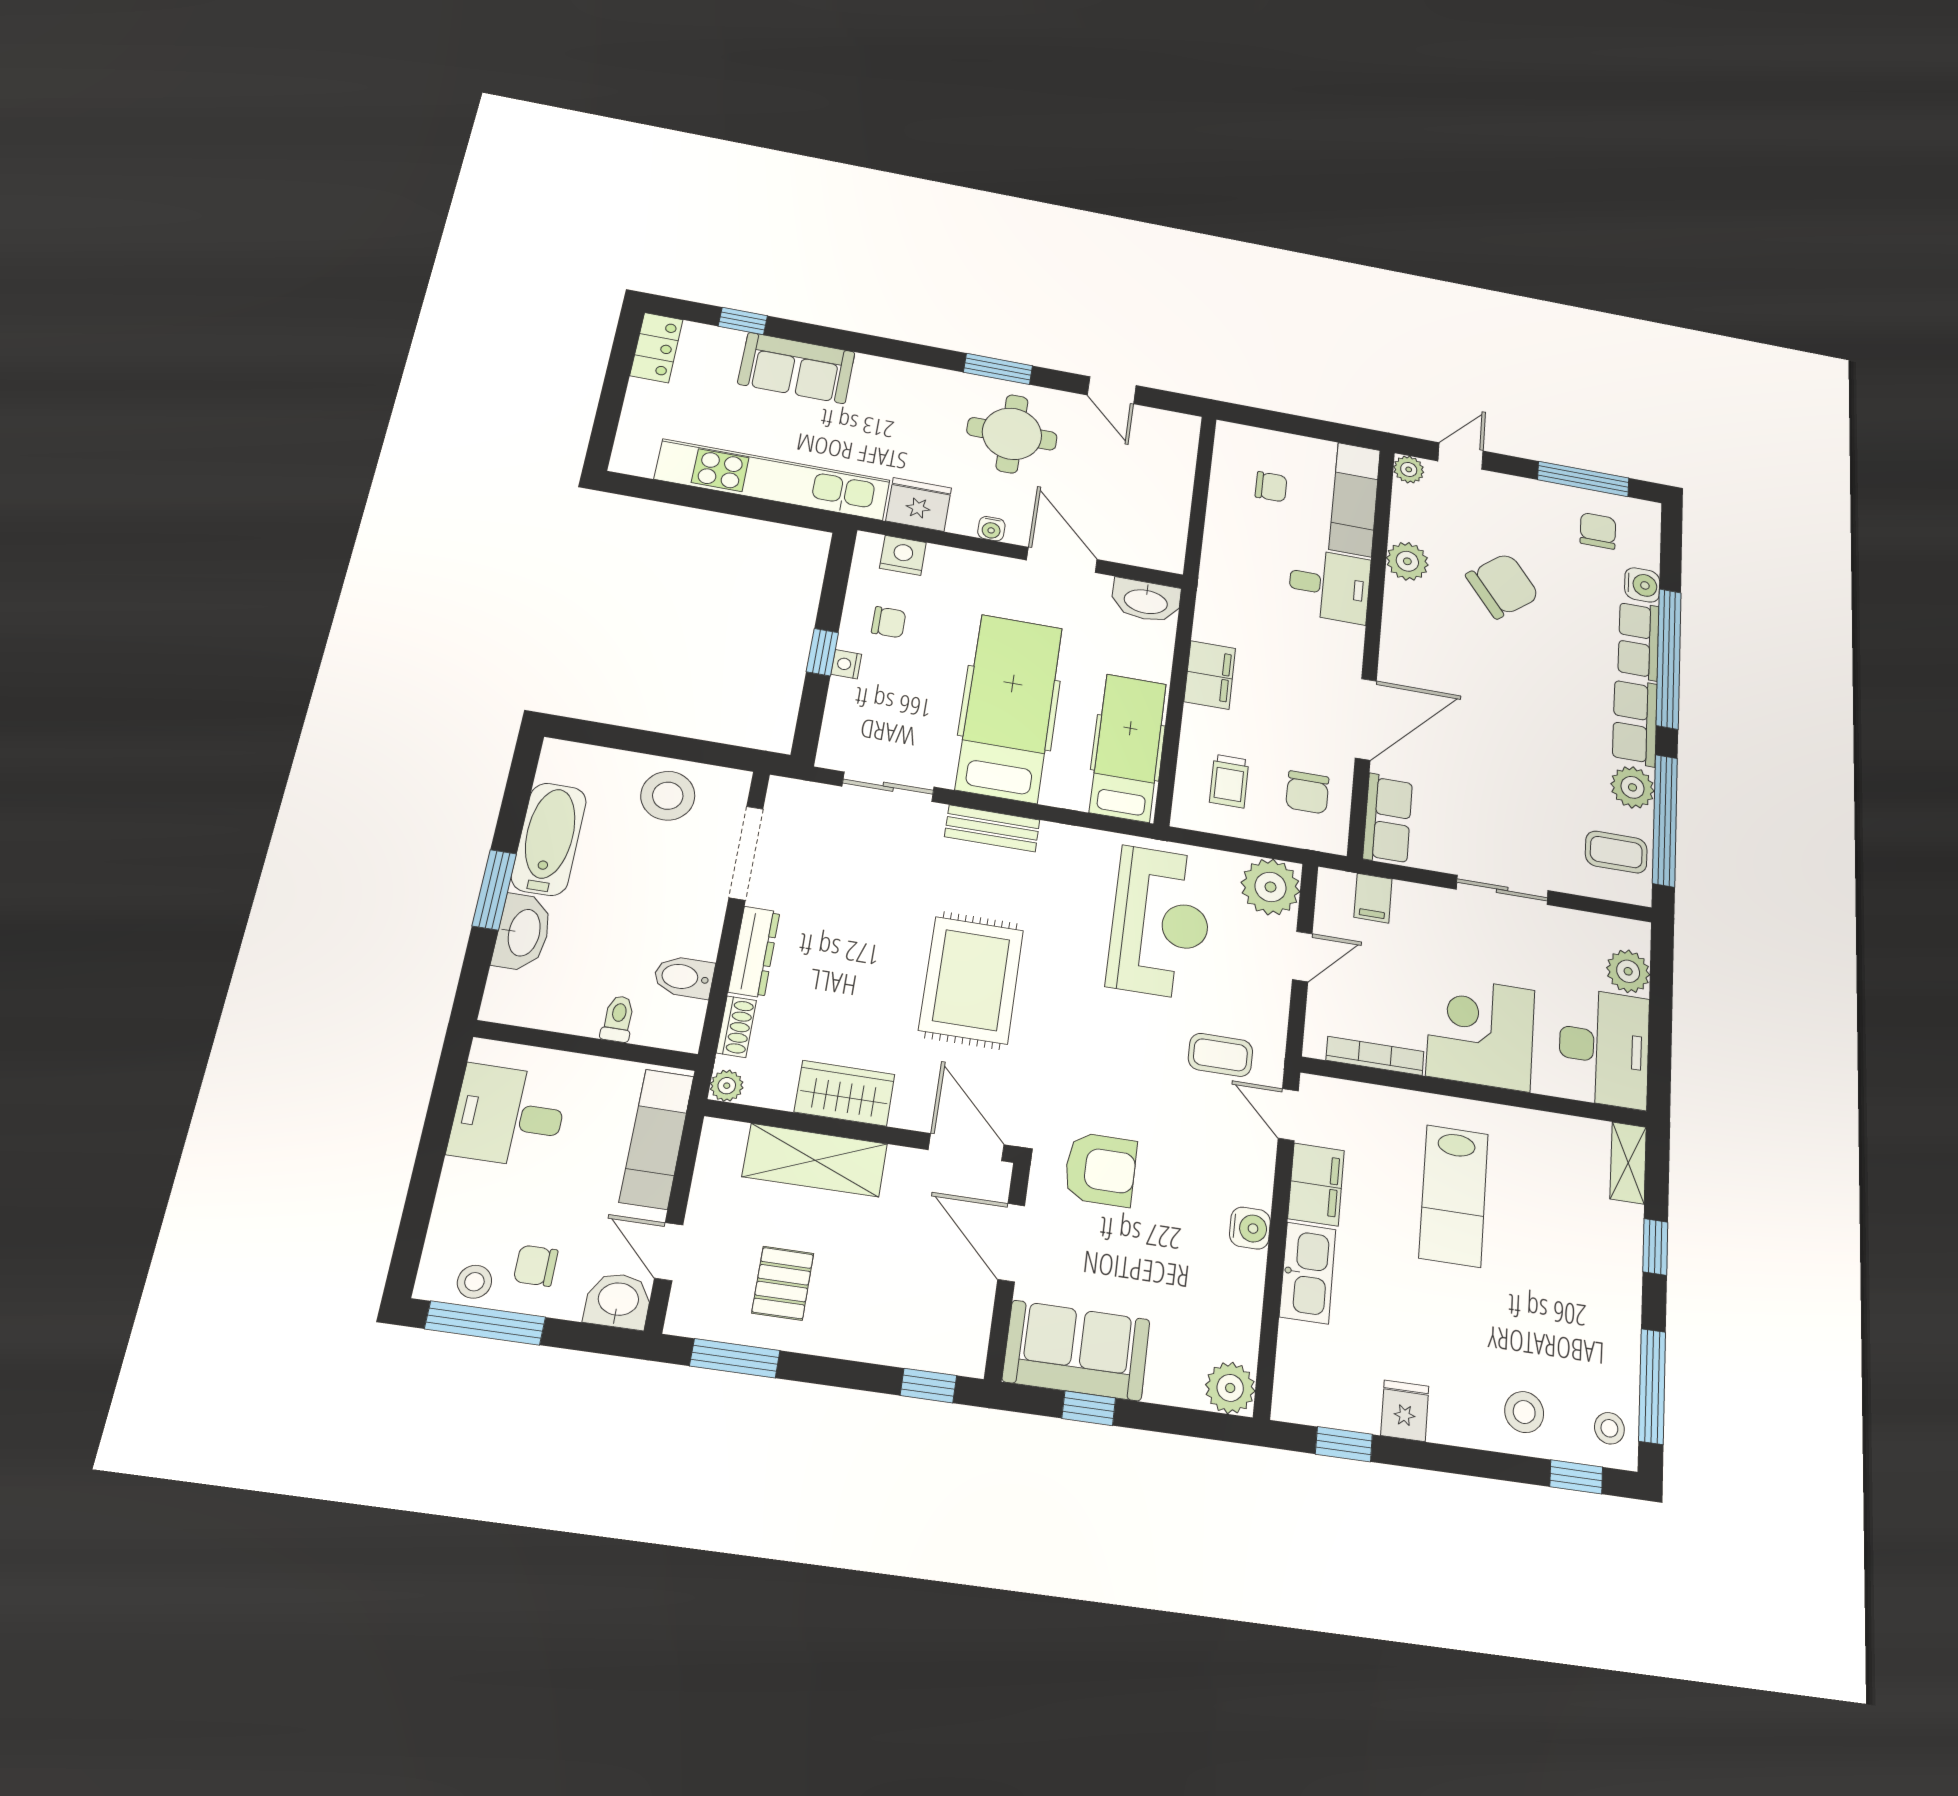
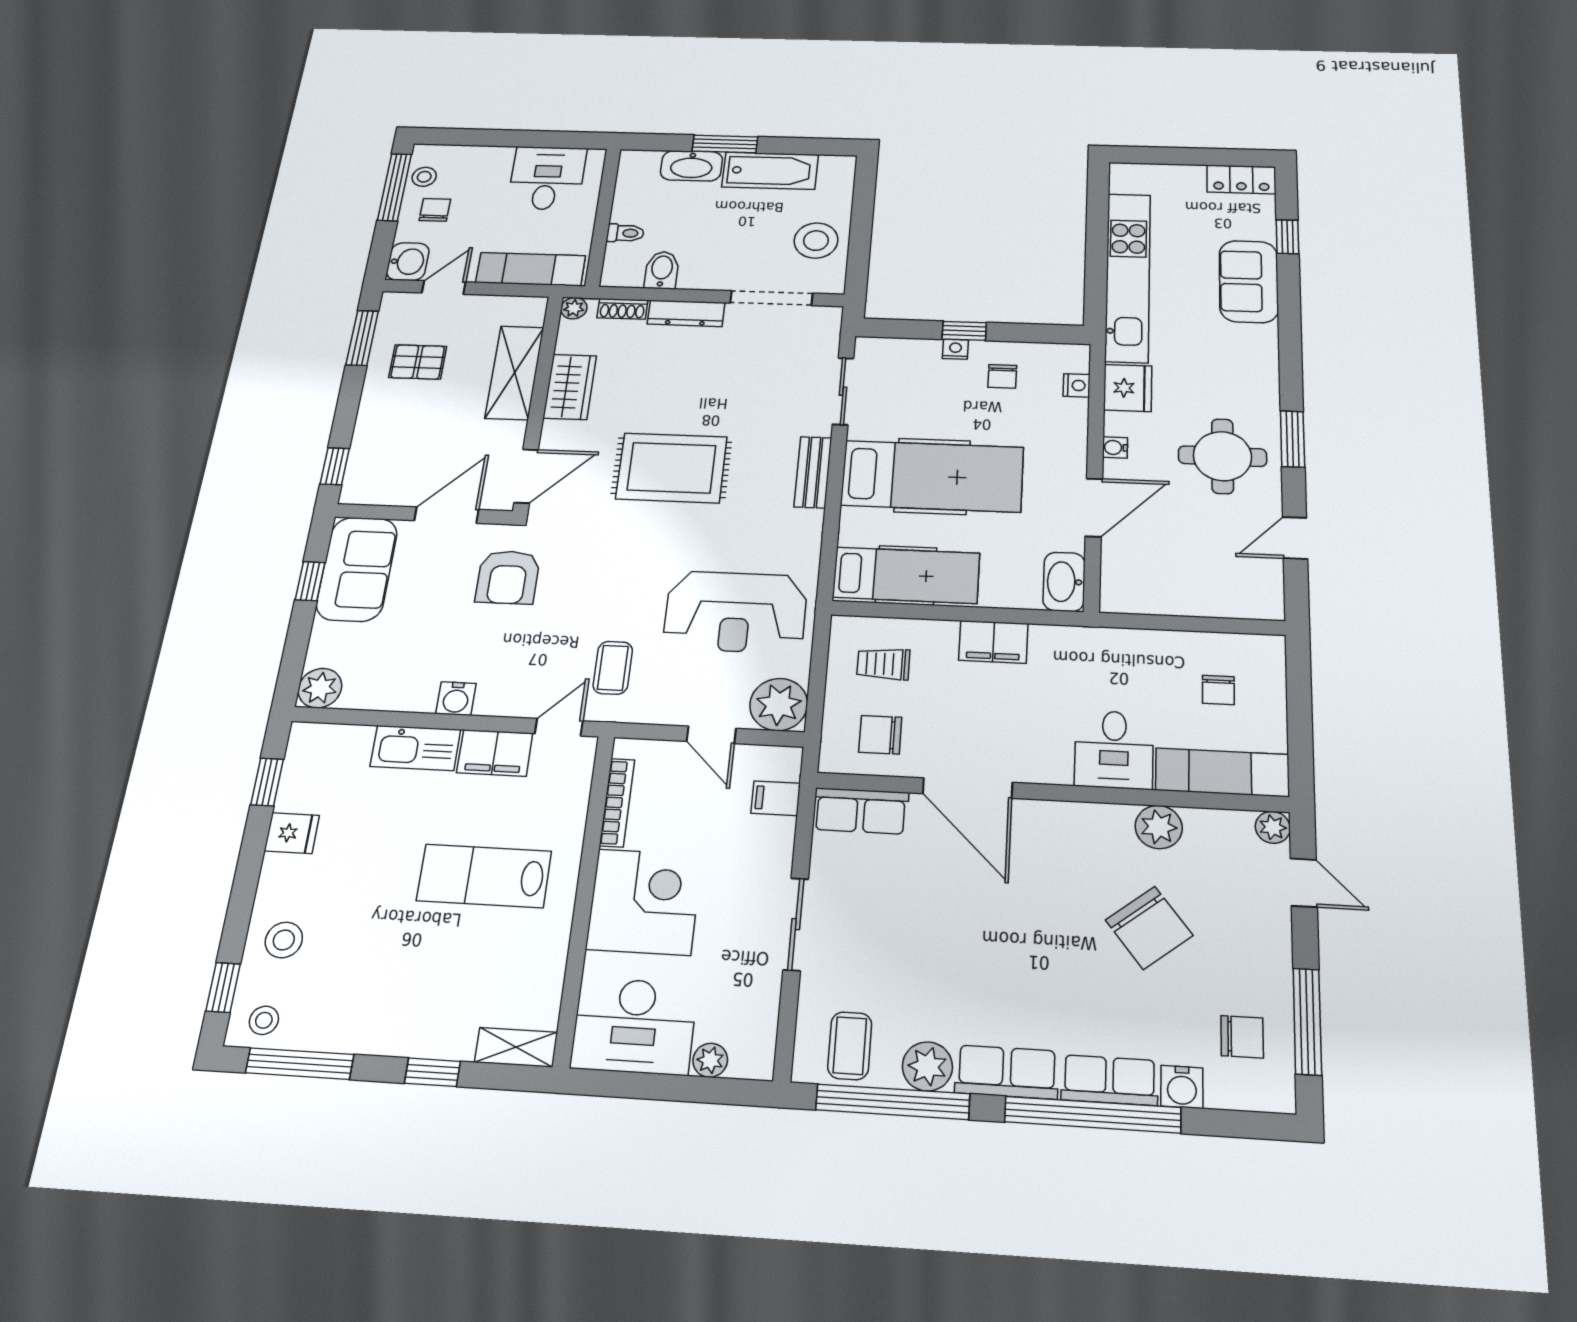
nightstand: (903, 555) -> (1077, 385), width x0.72, depth x0.74
plant: (1628, 971) -> (710, 1060), width x0.73, depth x0.73

